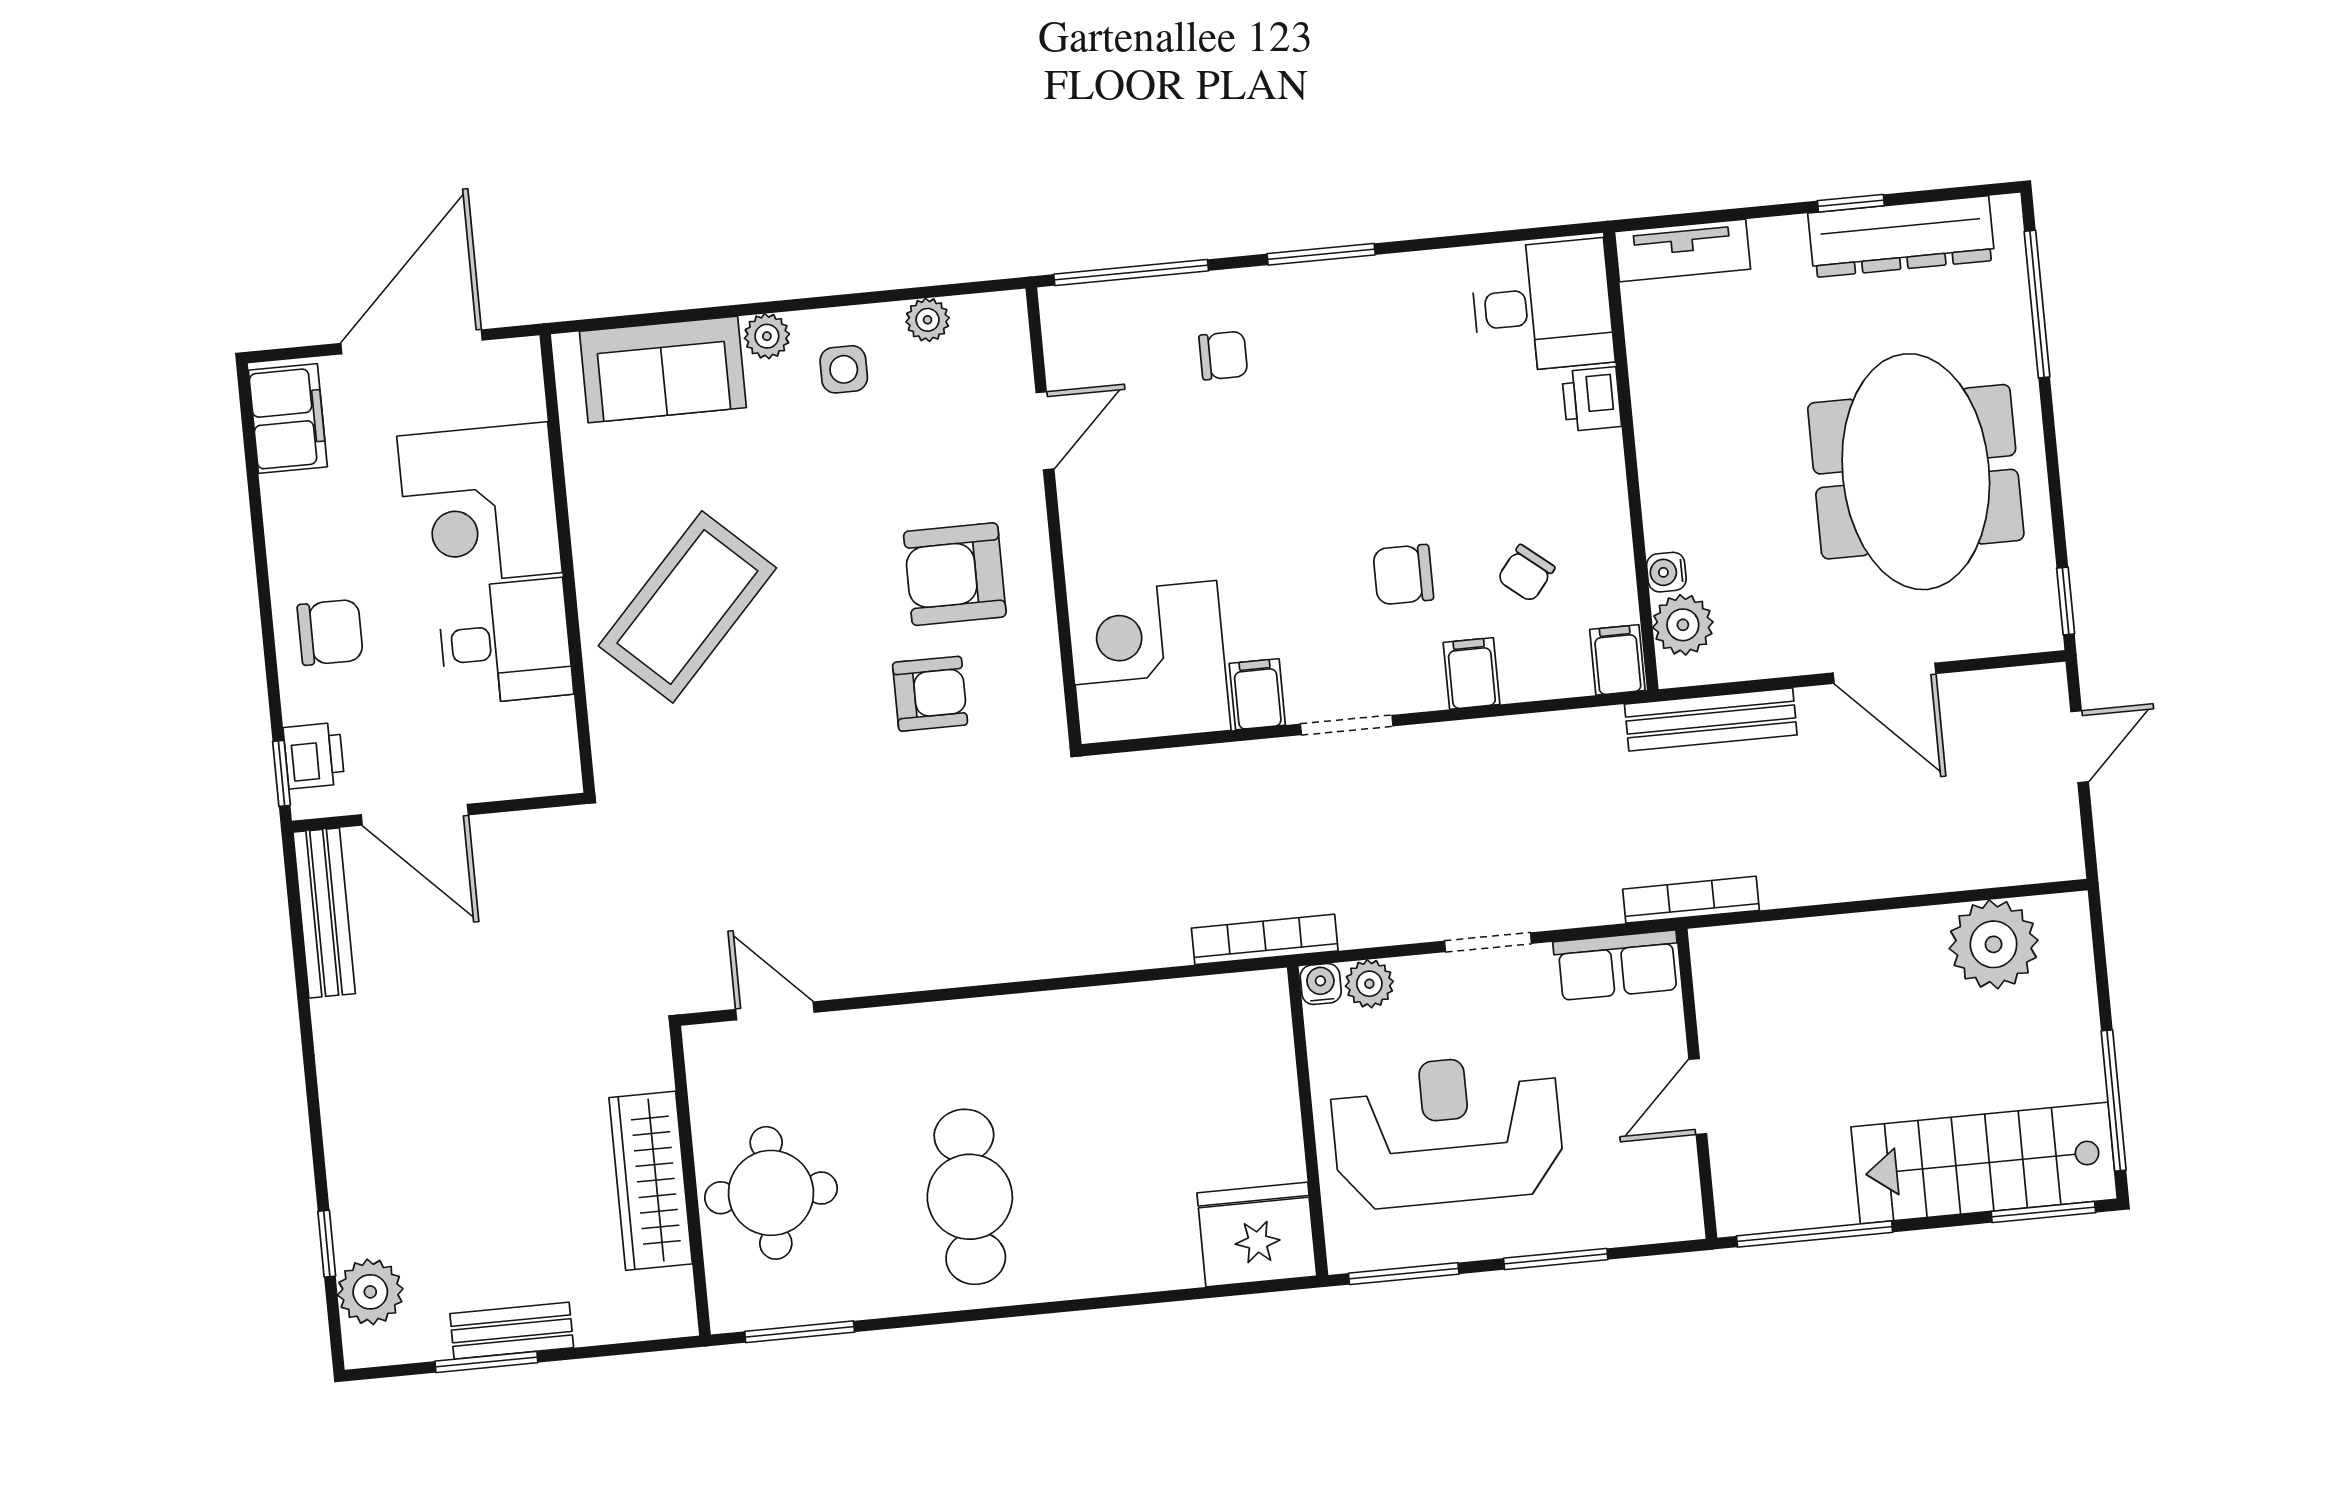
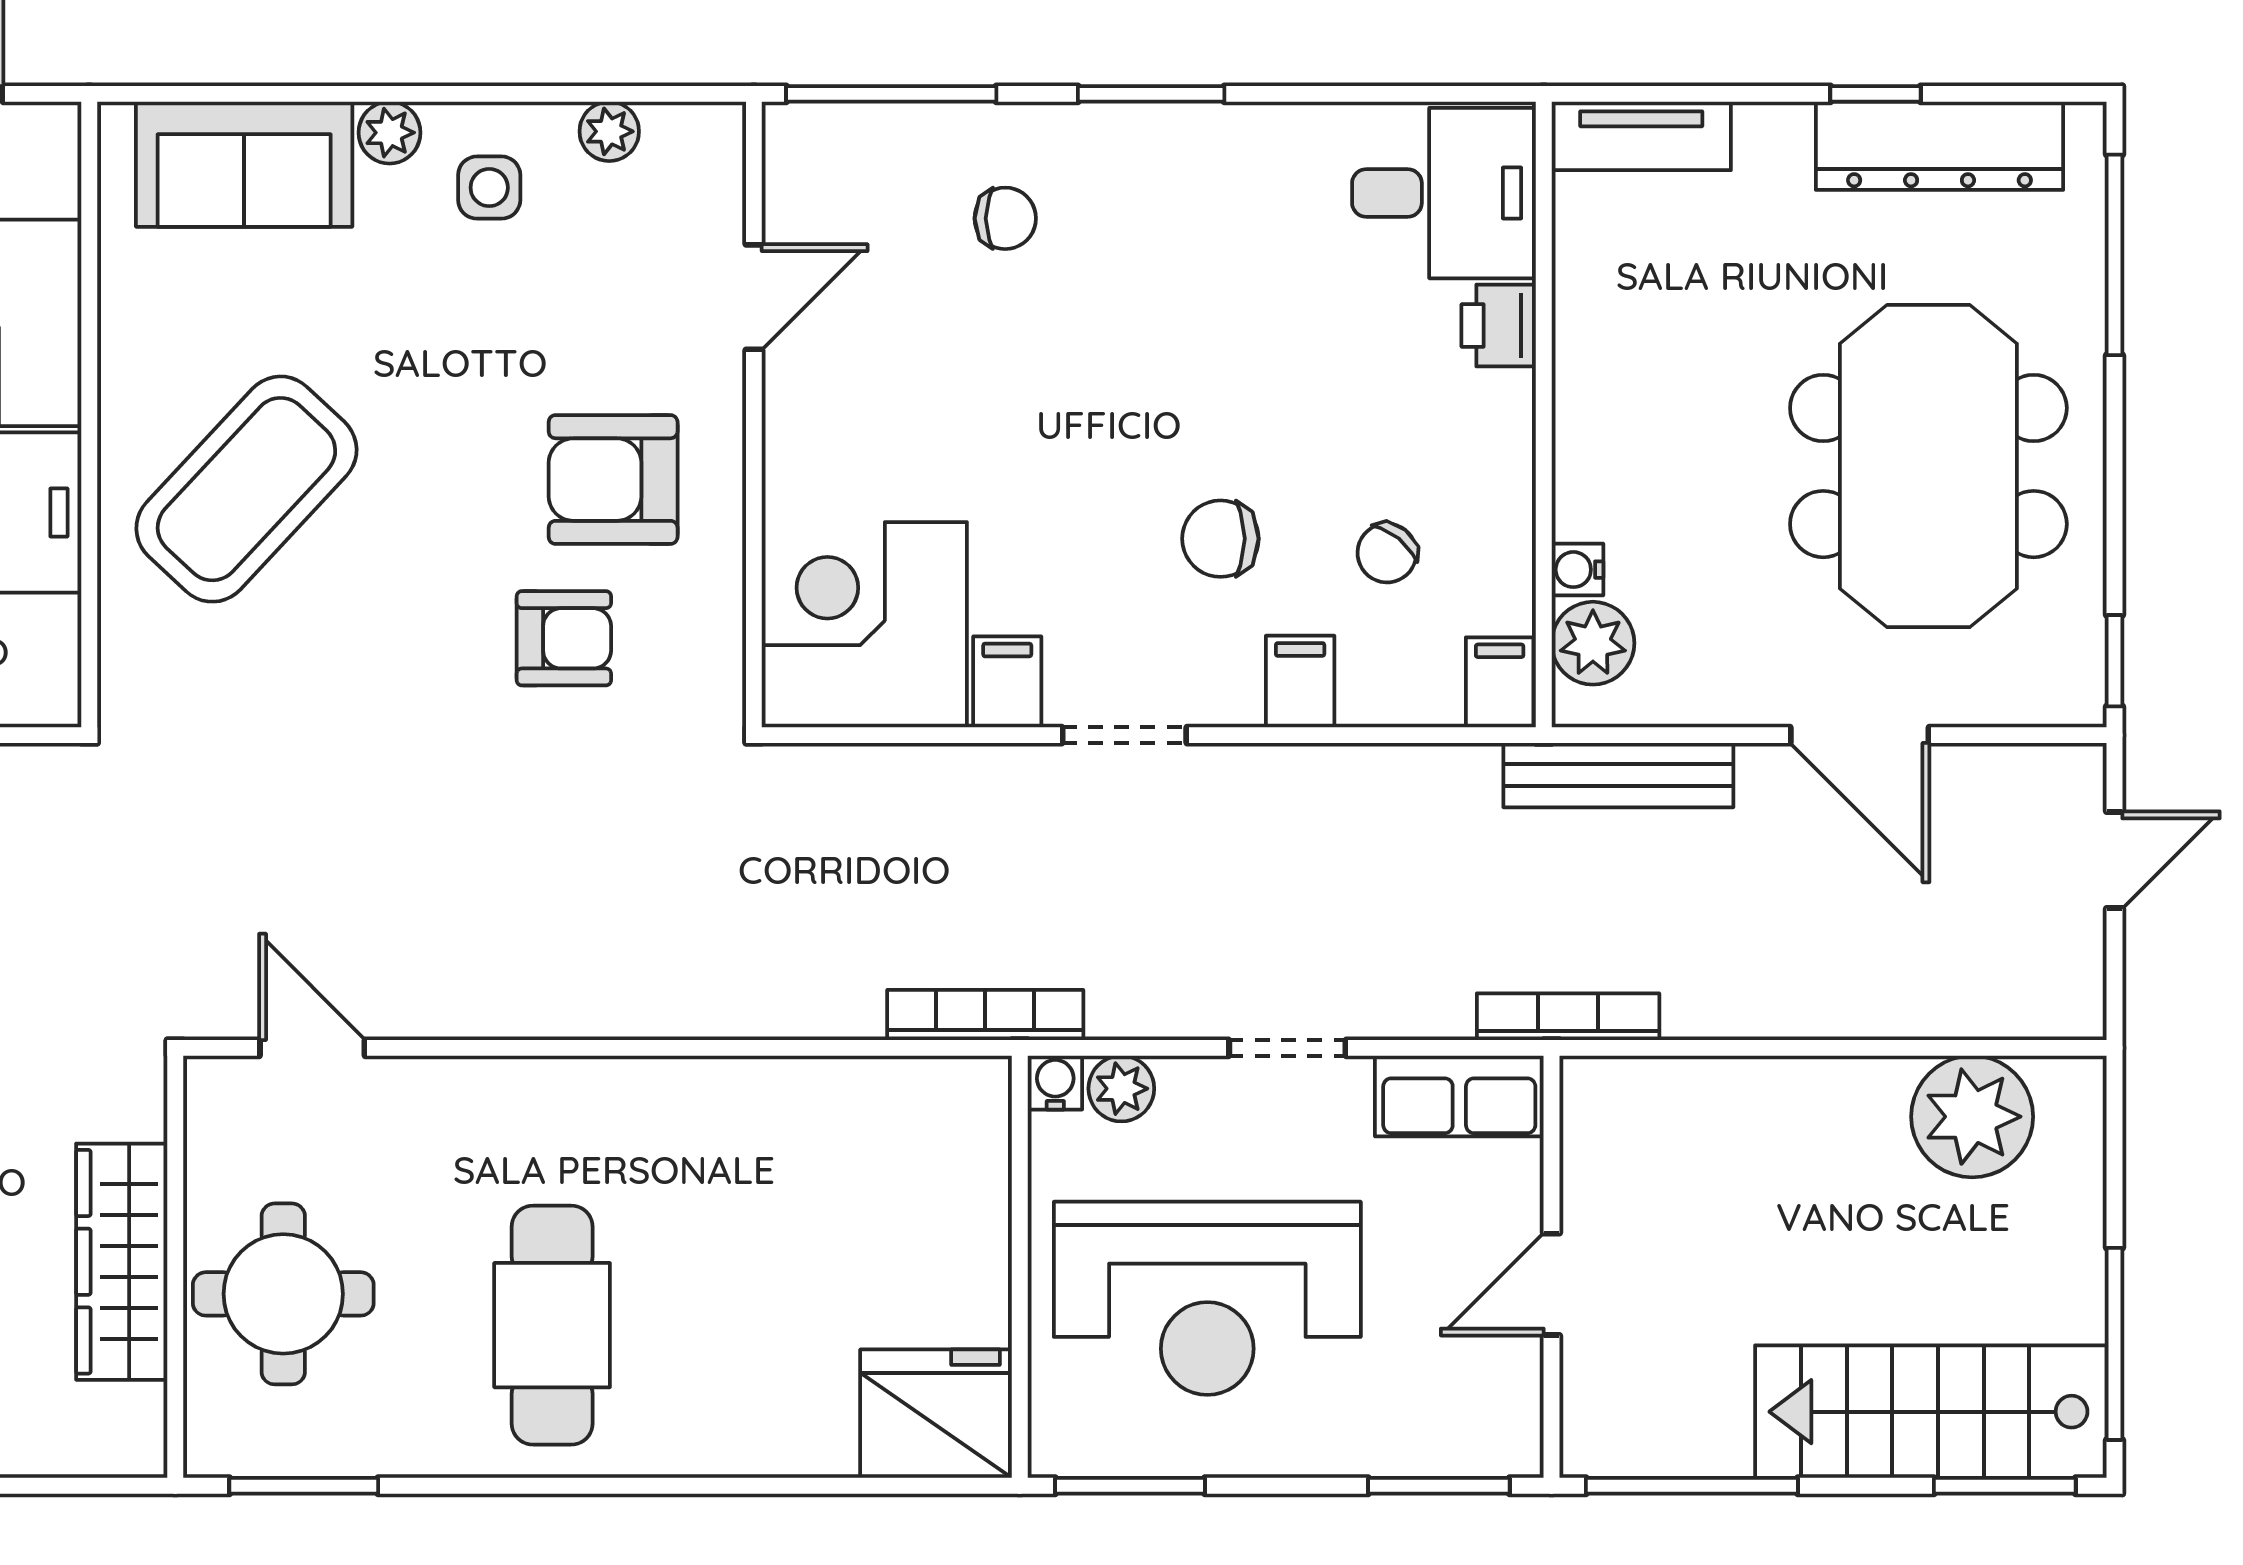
reception desk: (1447, 1131) -> (1207, 1298), turned 180
window: (1556, 1259) -> (1439, 1486), moved

